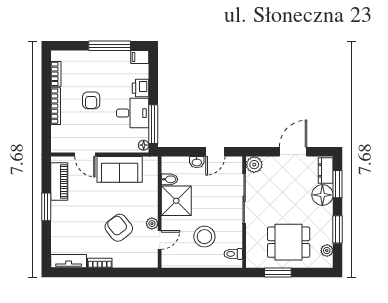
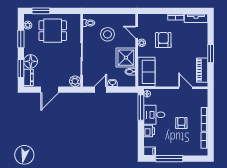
sofa: (120, 169) -> (146, 72), moved, turned 90
armchair: (119, 228) -> (163, 40), turned -142
door: (160, 240) -> (137, 32), hinge flipped
window: (278, 272) -> (41, 11), moved

